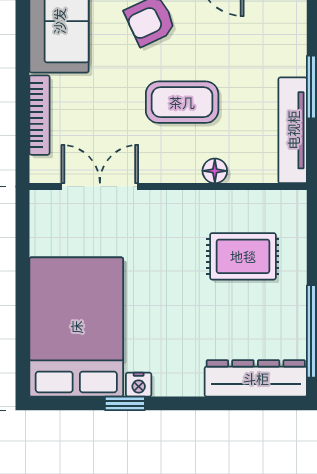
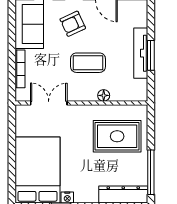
tv unit: (293, 130) -> (141, 53), moved
rug: (243, 256) -> (117, 136), width x1.36, depth x1.43

